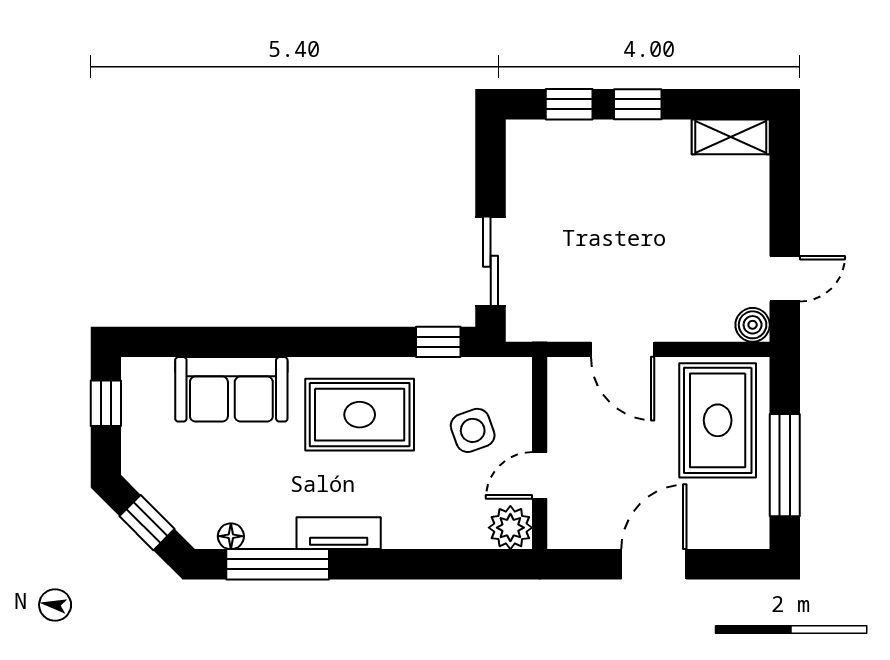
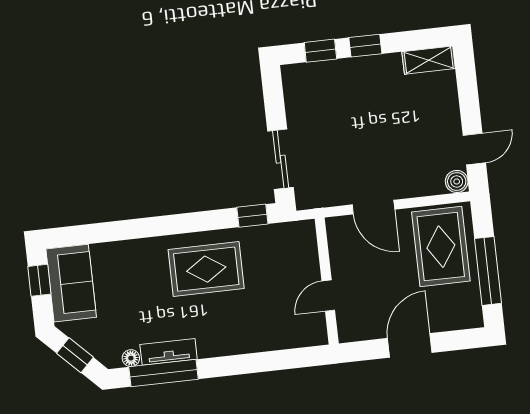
sofa: (231, 389) -> (71, 283), moved, turned -90
side table: (473, 430) -> (281, 271), removed
plant: (510, 528) -> (313, 332), removed
tv unit: (339, 533) -> (169, 352), moved

